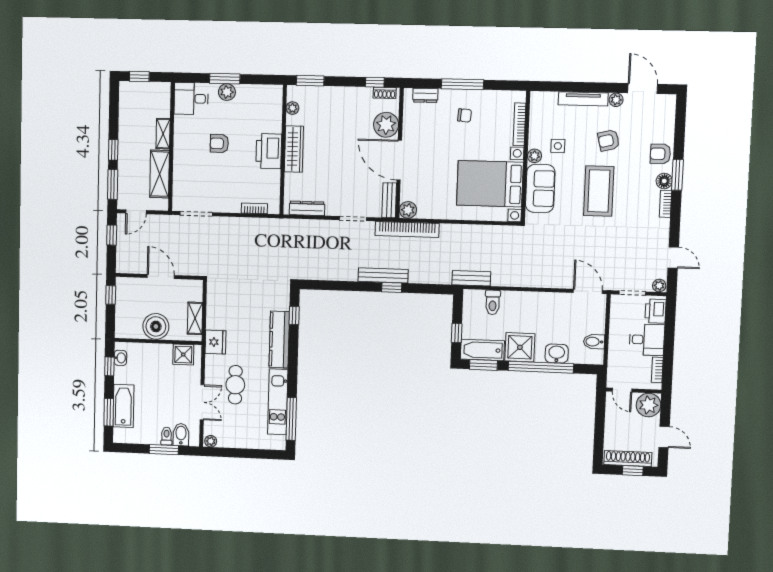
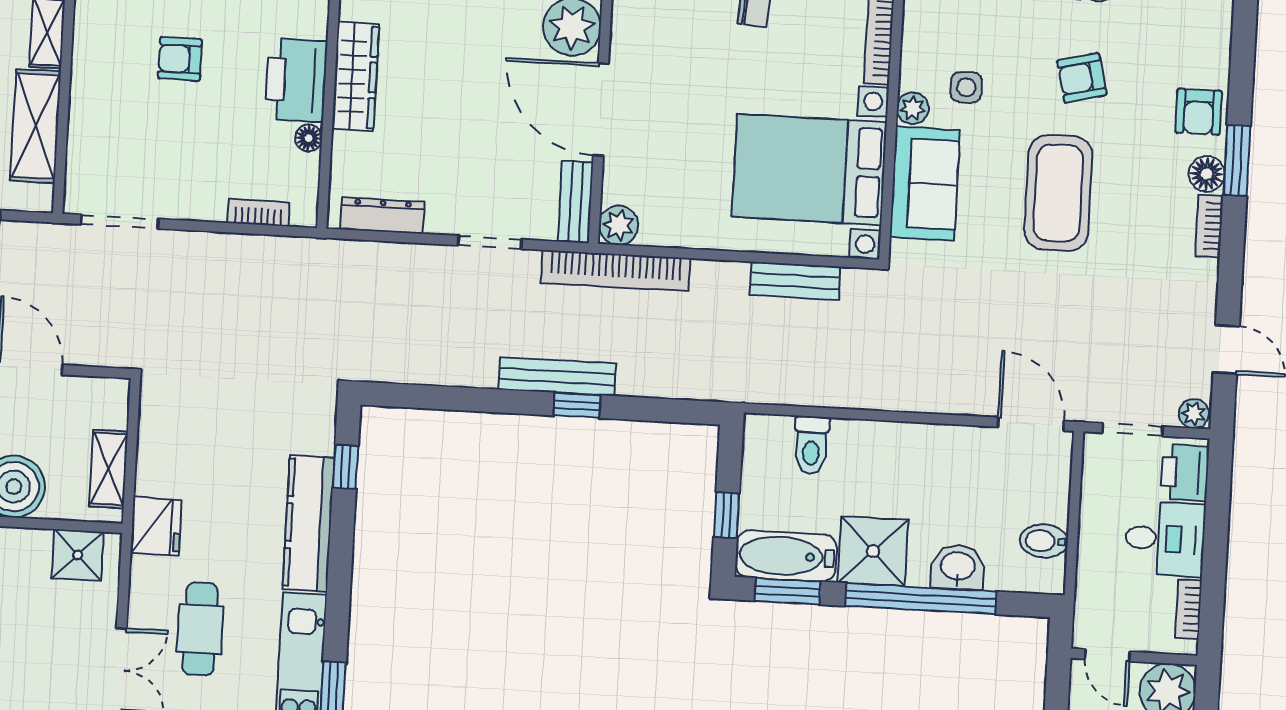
armchair: (660, 154) -> (1199, 112), turned -90
floor lamp: (275, 176) -> (309, 138), added
bench: (471, 278) -> (795, 281), moved

